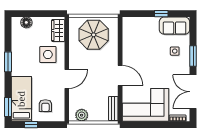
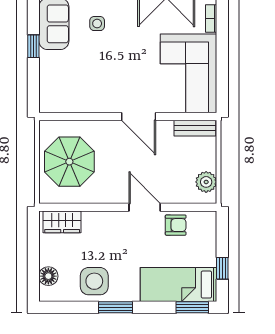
side table: (48, 55) -> (94, 281), moved
door: (120, 75) -> (139, 116), swing flipped
armchair: (45, 106) -> (176, 225), moved

